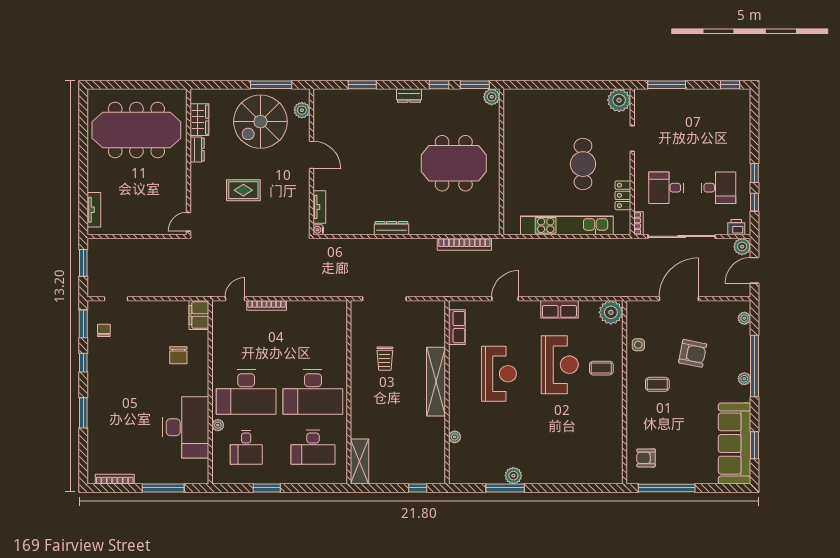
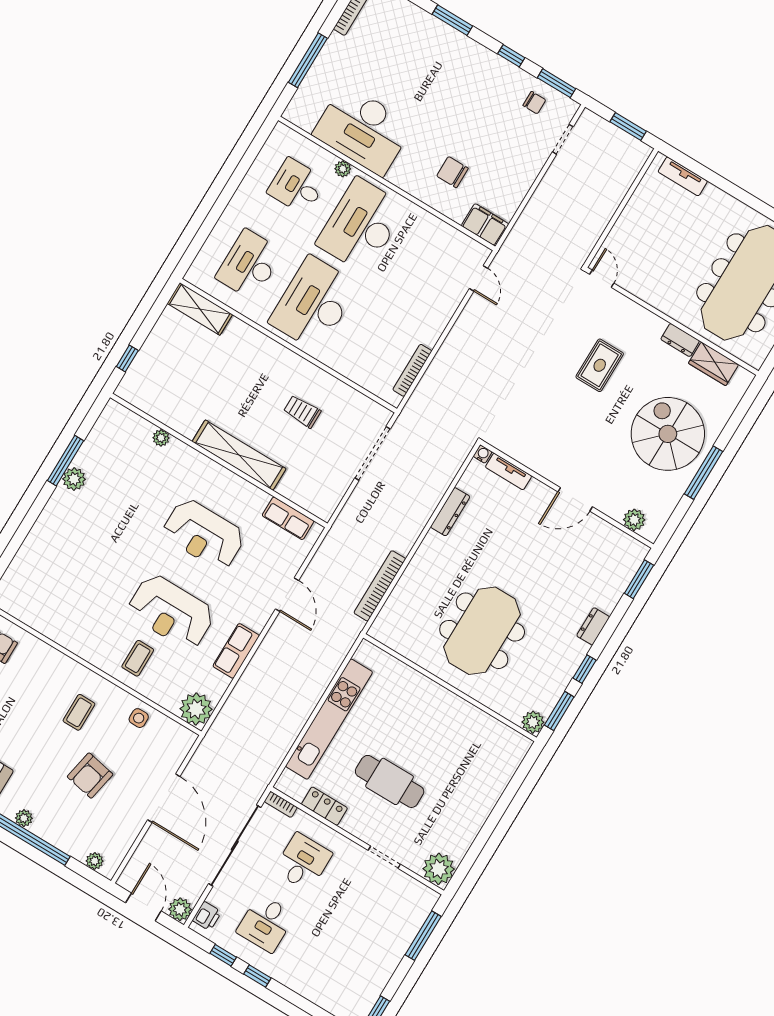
plant: (302, 110) -> (634, 520), moved
door: (311, 155) -> (575, 499), moved
wall: (311, 162) -> (567, 494), moved
tv unit: (319, 207) -> (509, 472), moved
water cooler: (318, 230) -> (483, 454), moved
bookcase: (267, 305) -> (412, 370), moved
window: (267, 488) -> (234, 182), removed

